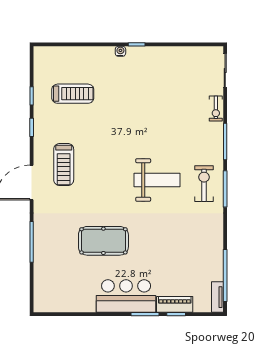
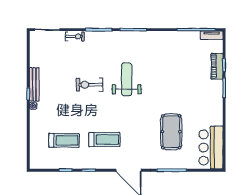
bench: (150, 53) -> (34, 84), added
treadmill: (73, 94) -> (64, 140), turned 90
treadmill: (64, 165) -> (104, 140), moved
exercise bike: (204, 184) -> (90, 85), moved
pool table: (103, 241) -> (171, 132), moved
bar counter: (126, 296) -> (211, 148), moved

